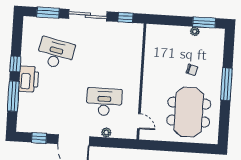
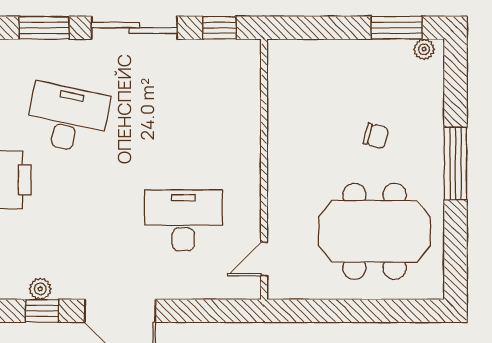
plant: (195, 31) -> (424, 49), moved
meeting table: (189, 112) -> (375, 231), turned 90
door: (139, 121) -> (264, 259), swing flipped
plant: (106, 132) -> (40, 289), moved

